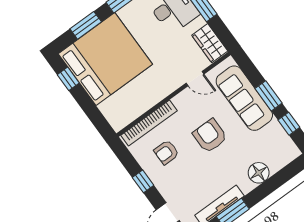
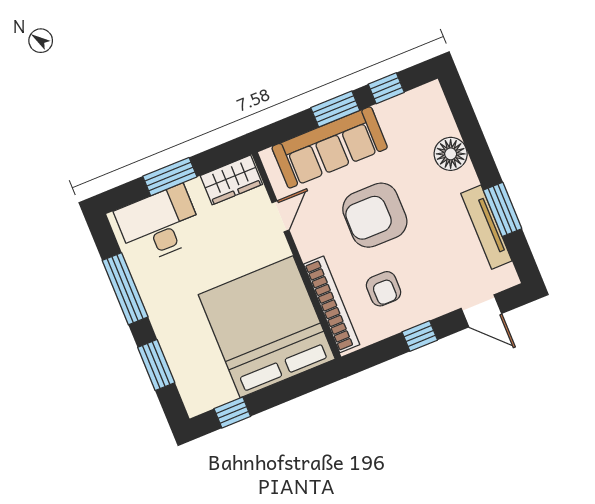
bed: (105, 59) -> (267, 327), moved
armchair: (210, 136) -> (375, 215), width x1.36, depth x1.36

